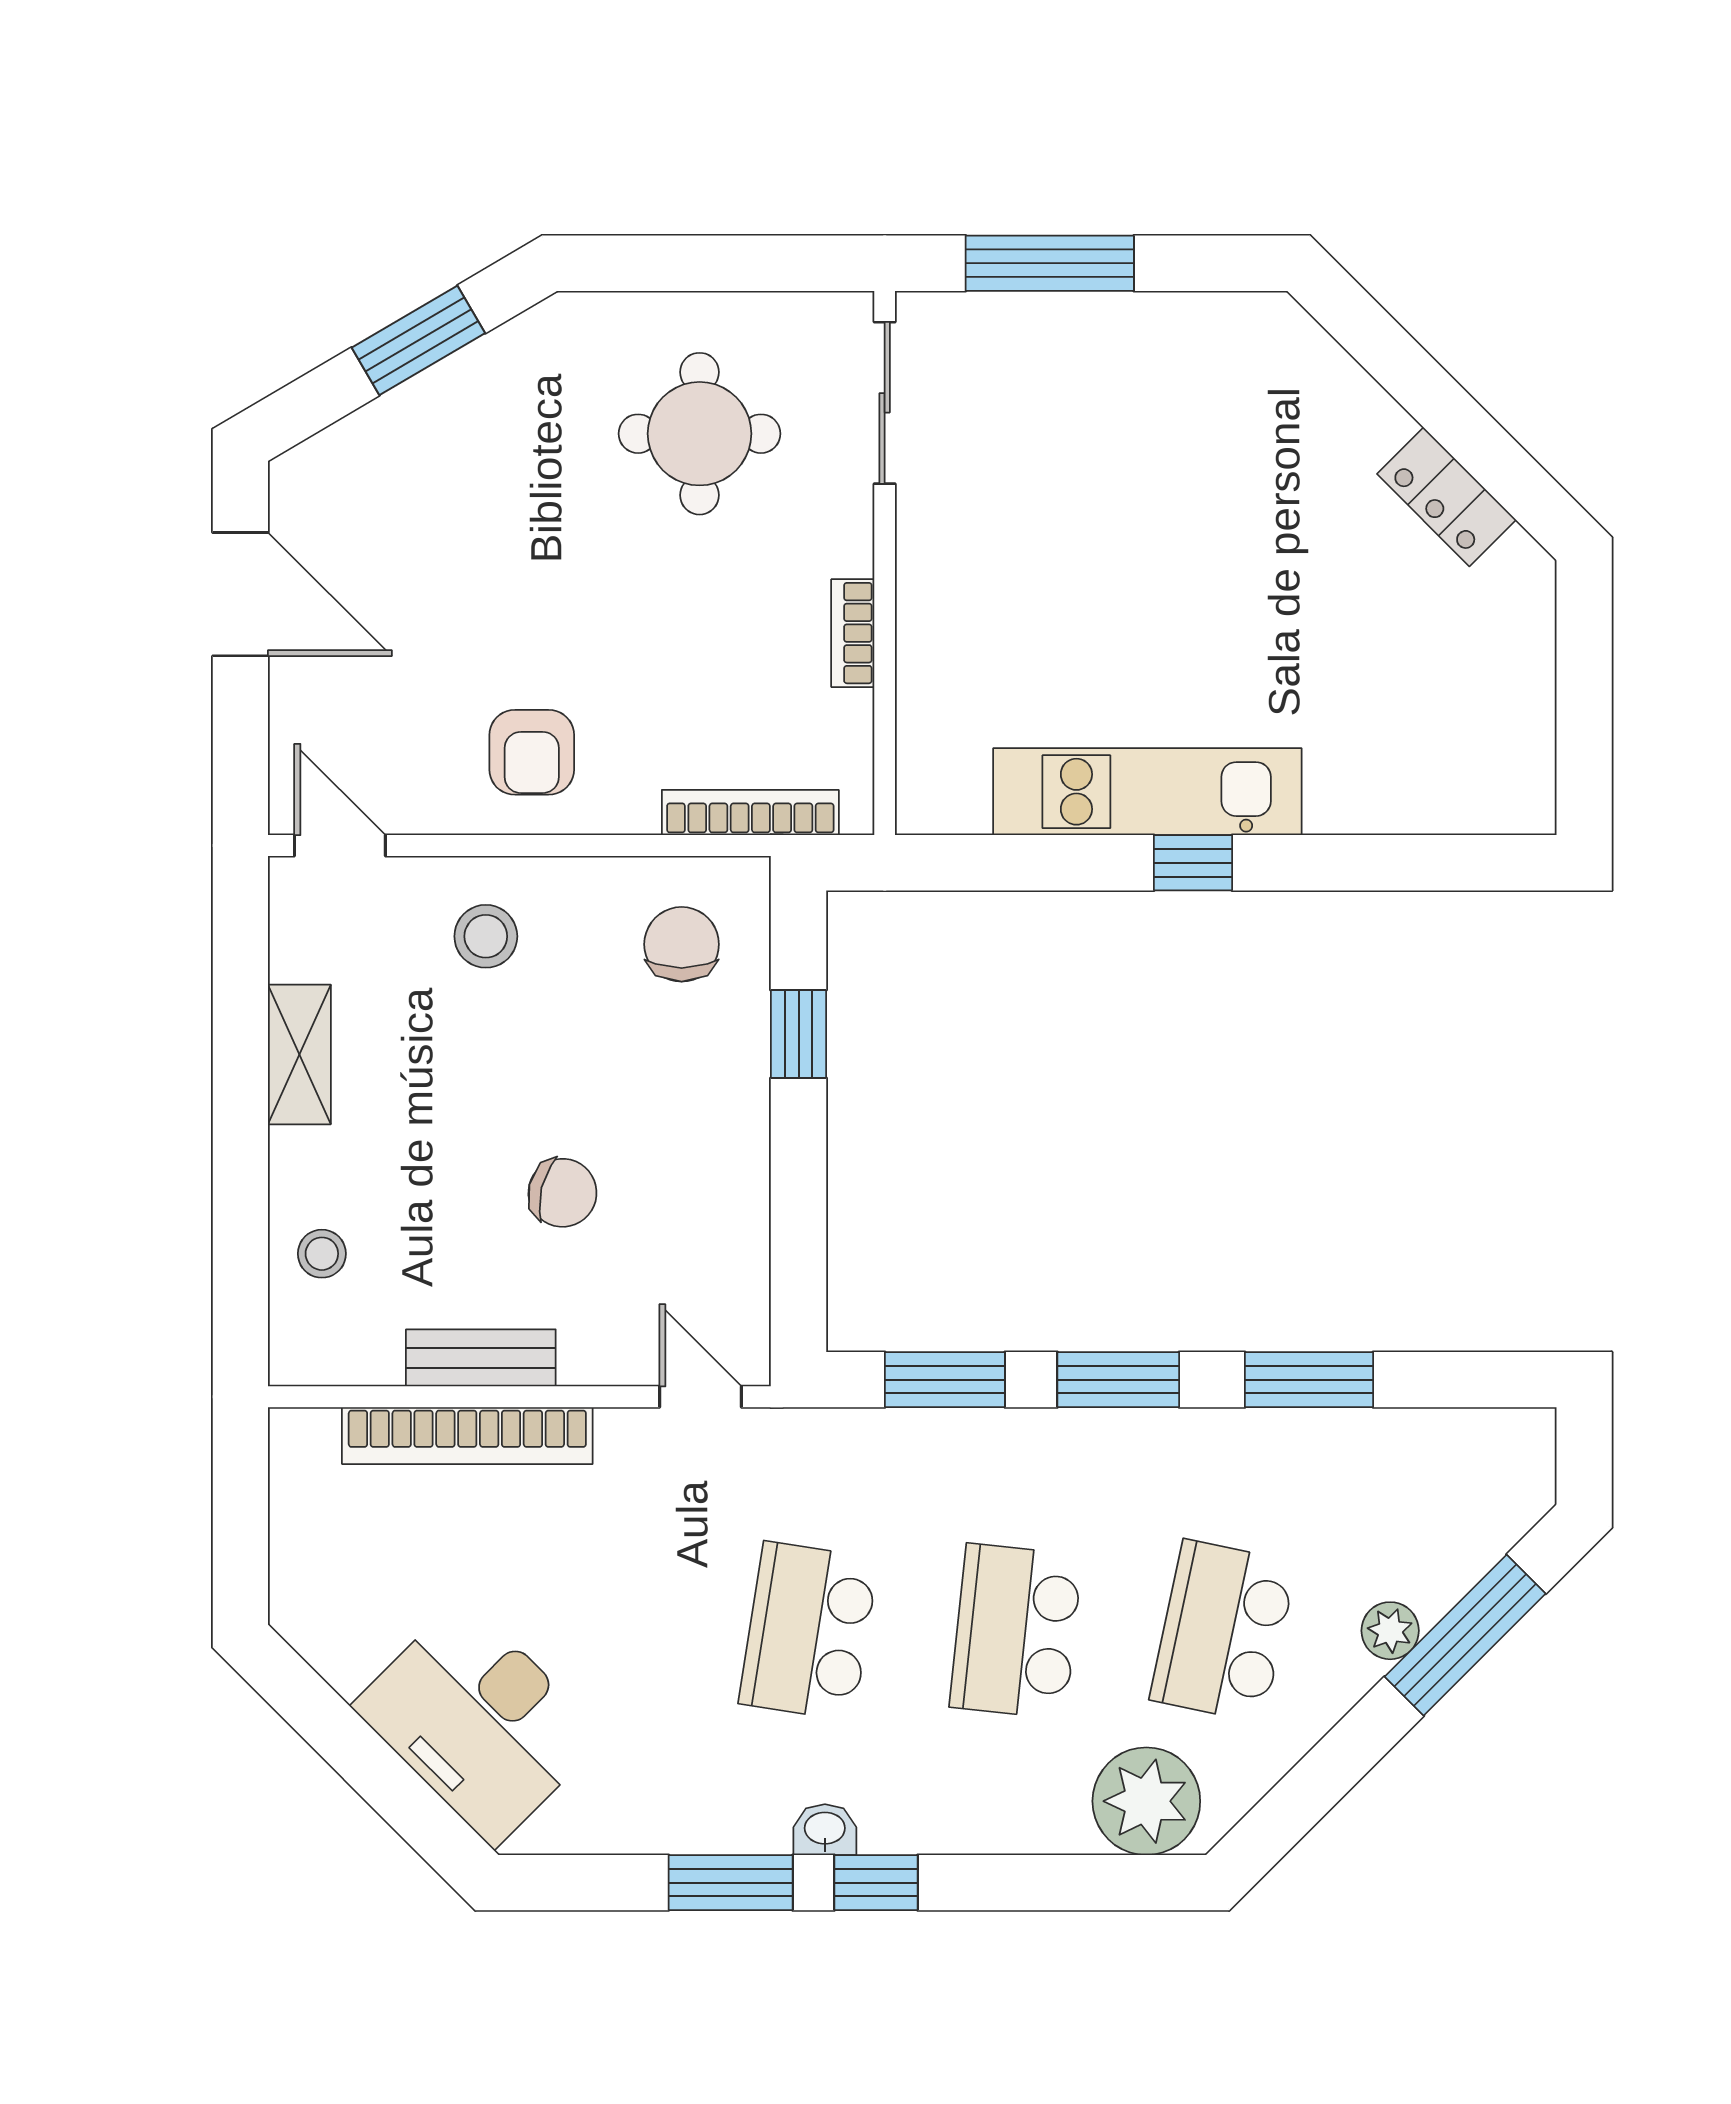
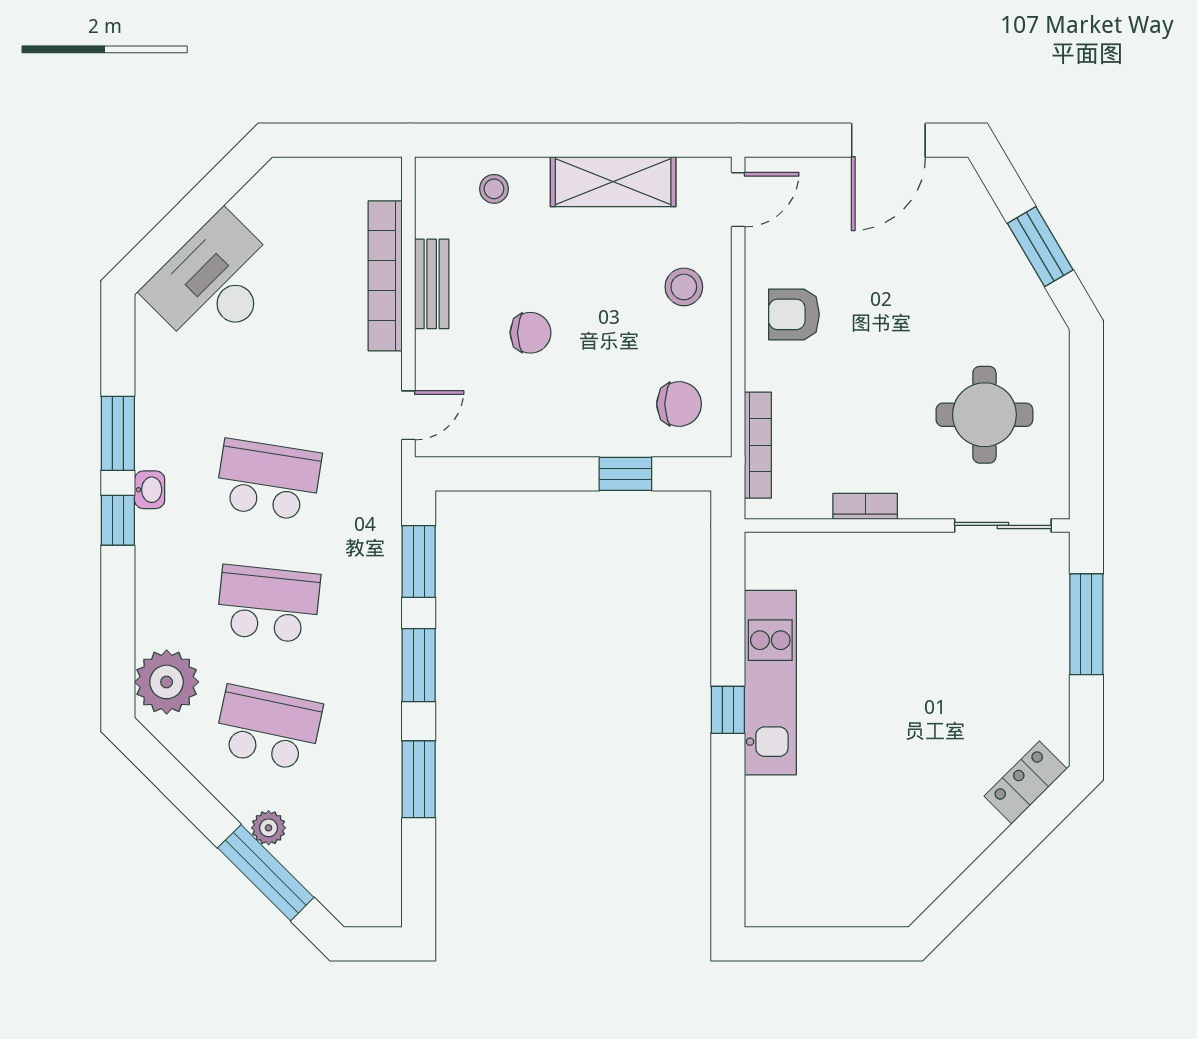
locker: (1446, 497) -> (1026, 782), moved
shelving: (299, 1054) -> (613, 182), width x1.50, depth x1.33
chair: (562, 1193) -> (530, 333), turned -104

